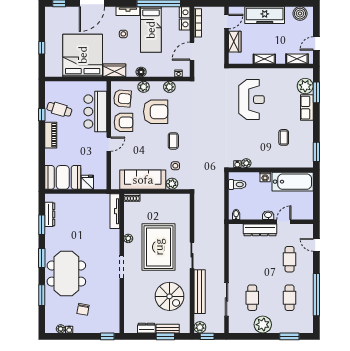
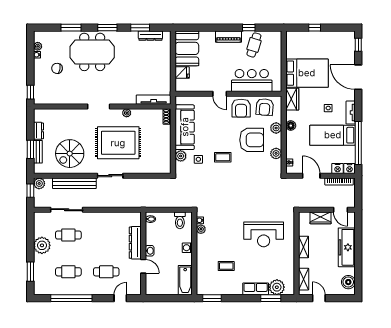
bed: (83, 55) -> (307, 73), width x0.73
armchair: (156, 112) -> (252, 140), turned -90
bathtub: (293, 182) -> (185, 280), width x0.73, depth x0.73

